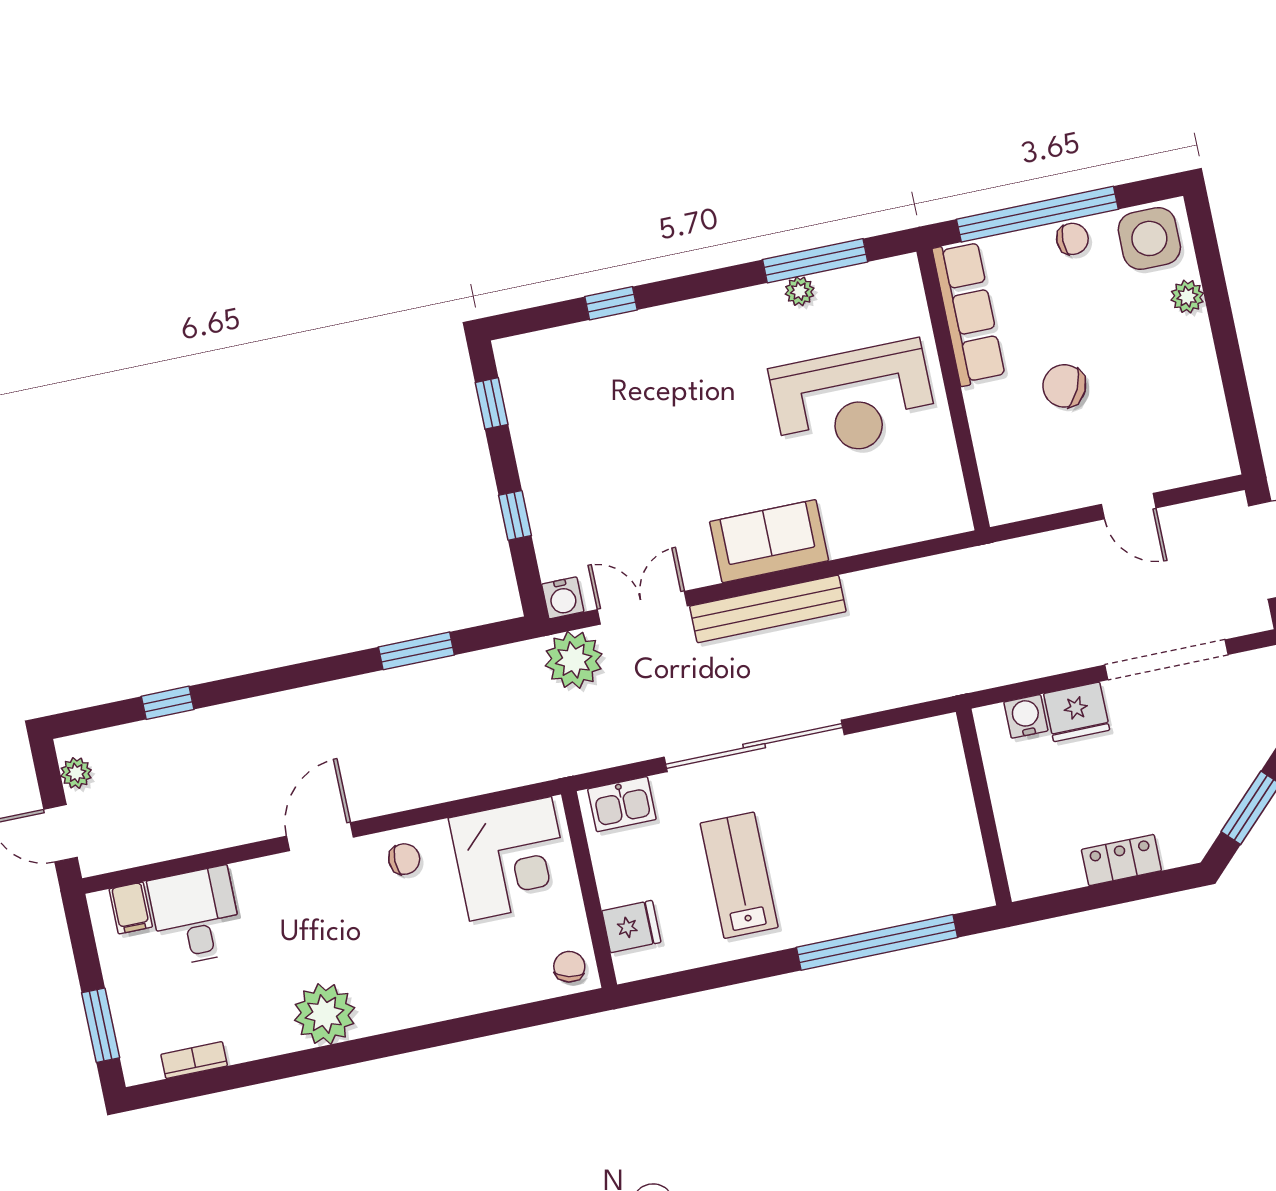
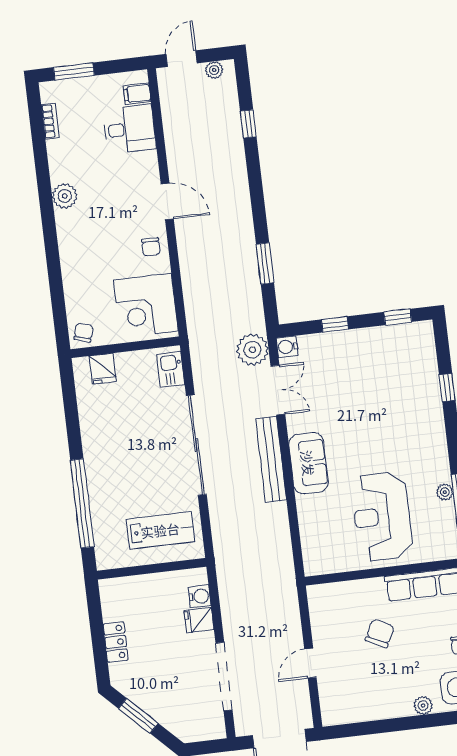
fridge: (1077, 712) -> (199, 620), width x0.72
lab bench: (739, 875) -> (160, 530), moved
chair: (569, 967) -> (84, 333), turned -87
plant: (325, 1014) -> (65, 196), width x0.73, depth x0.73

